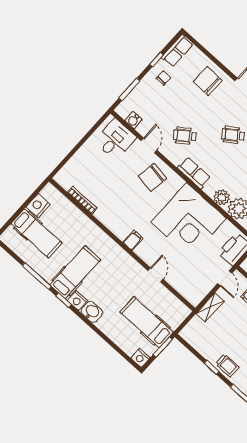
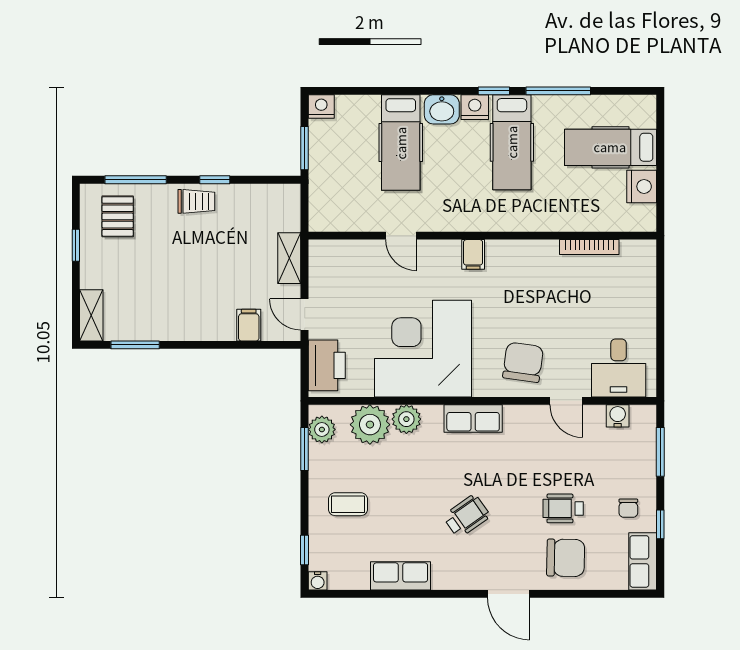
wheelchair: (185, 136) -> (563, 508), moved, turned -144
hospital bed: (147, 322) -> (401, 143), moved, turned 90
trolley: (227, 365) -> (196, 201), turned 180

